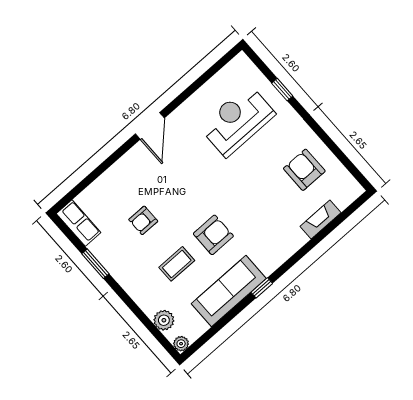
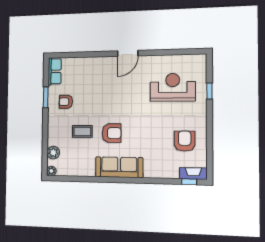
armchair: (143, 220) -> (66, 102), moved
fireplace: (320, 220) -> (193, 173), moved
window: (262, 288) -> (189, 182), moved
sofa: (229, 291) -> (119, 167), moved

